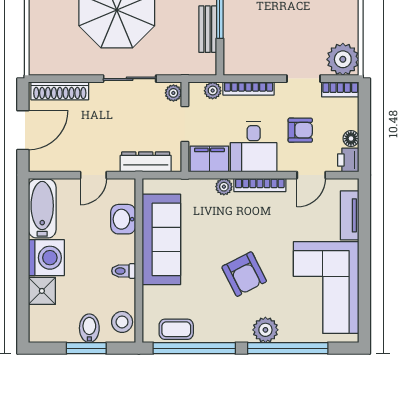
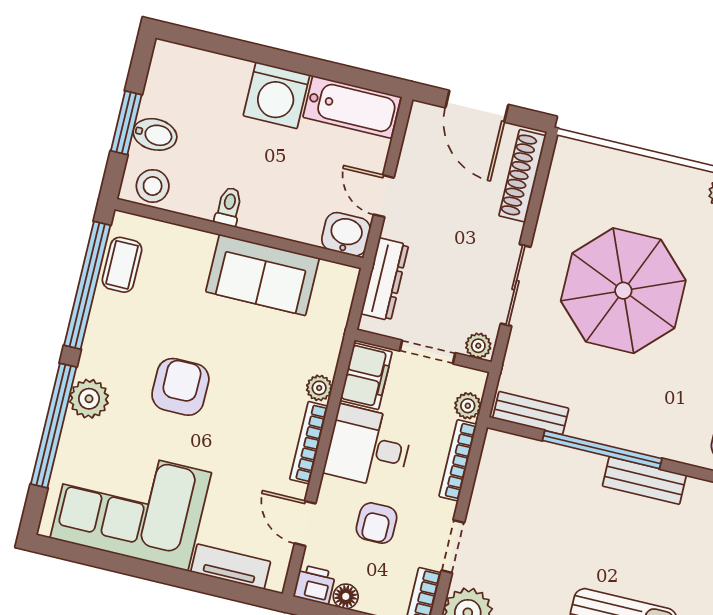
bench: (208, 29) -> (531, 413), moved
washbasin: (123, 219) -> (346, 234), moved
sofa: (161, 239) -> (262, 275), width x0.73
armchair: (244, 274) -> (180, 387), turned 117
shower: (42, 291) -> (228, 77), removed

